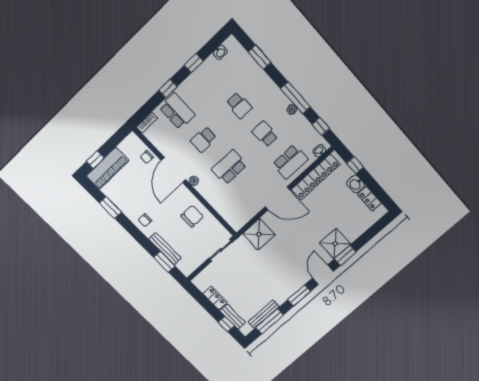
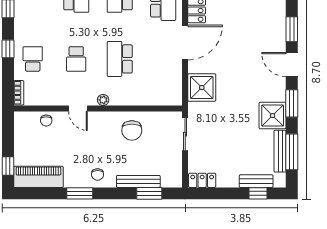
school desk: (177, 111) -> (33, 59), width x0.54
piano: (108, 168) -> (38, 177), moved, turned -90
door: (173, 170) -> (78, 109), width x0.53
window: (110, 208) -> (80, 193), moved
chair: (192, 216) -> (132, 130), turned 180
shower: (335, 244) -> (273, 116), moved
locker: (215, 298) -> (202, 180), moved

